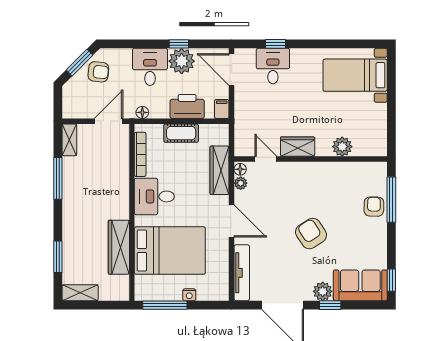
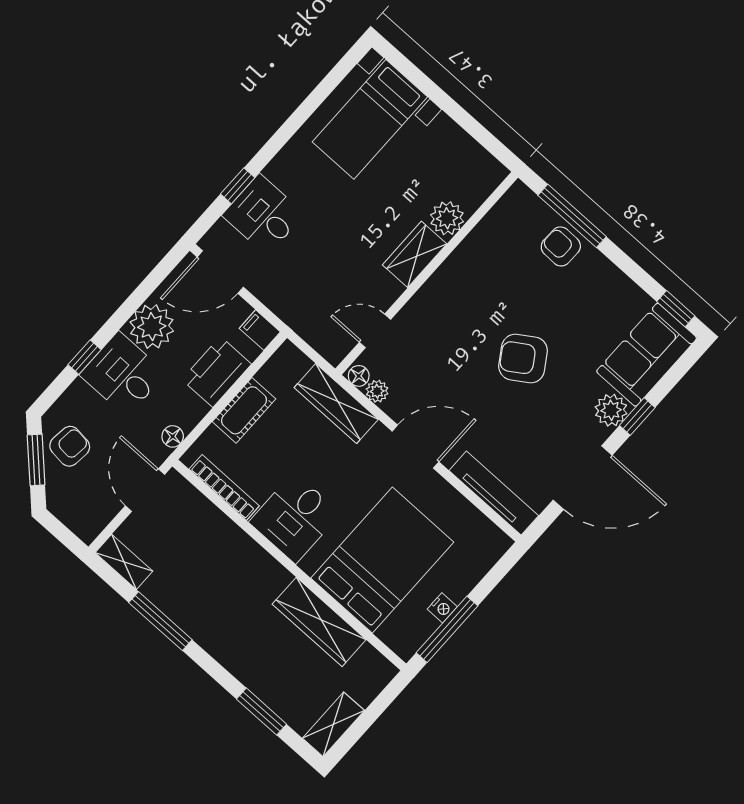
window: (179, 44) -> (84, 357), moved
wardrobe: (298, 147) -> (415, 254), moved
nightstand: (189, 295) -> (442, 608), moved

